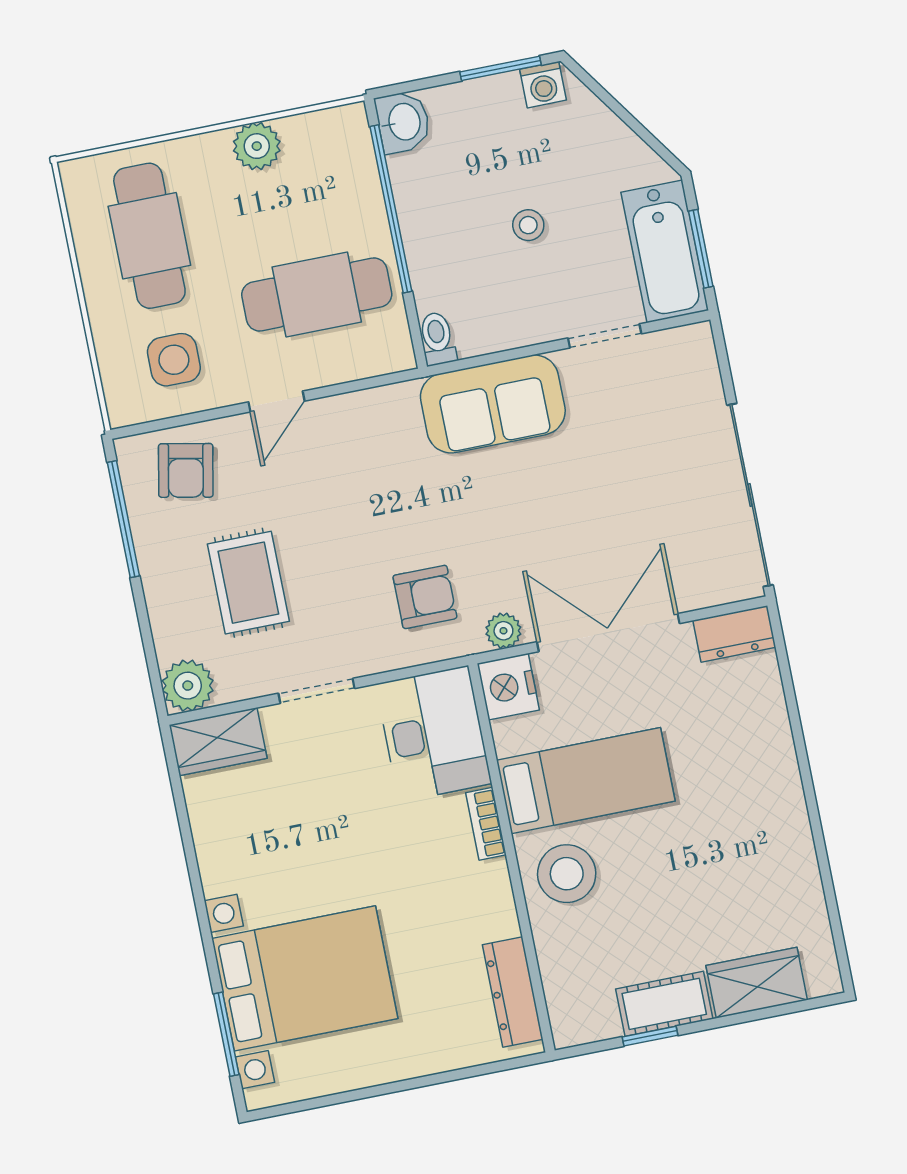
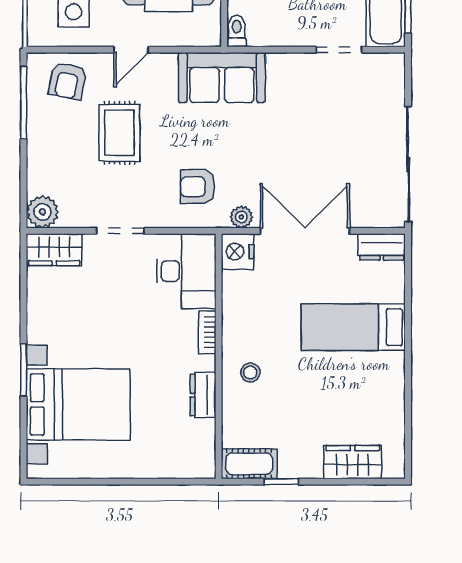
sofa: (493, 404) -> (222, 78), moved
rug: (248, 583) -> (119, 133), moved
armchair: (425, 597) -> (198, 187), turned 180
bed: (586, 781) -> (353, 327), moved, turned 180
stool: (567, 874) -> (250, 373), width x0.53, depth x0.53
dresser: (513, 992) -> (203, 395), moved, width x0.70
cot: (664, 1004) -> (249, 464), moved
window: (226, 1034) -> (24, 370), moved

